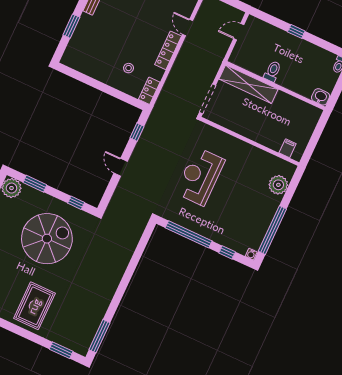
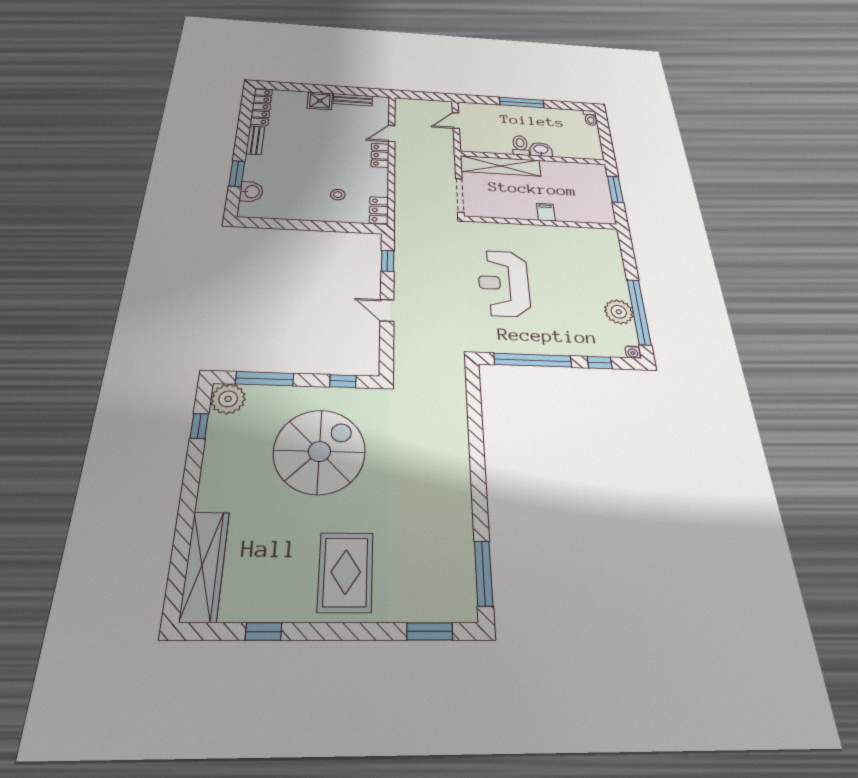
door: (188, 28) -> (392, 134), hinge flipped
window: (296, 31) -> (522, 103), width x2.17
washbasin: (75, 45) -> (251, 192), added
locker: (168, 50) -> (380, 155), width x0.66
washbasin: (321, 97) -> (541, 150), moved
window: (317, 134) -> (615, 189), added
filing cabinet: (288, 148) -> (546, 212), moved
window: (35, 184) -> (265, 379), width x1.44
plant: (278, 185) -> (619, 312), moved

